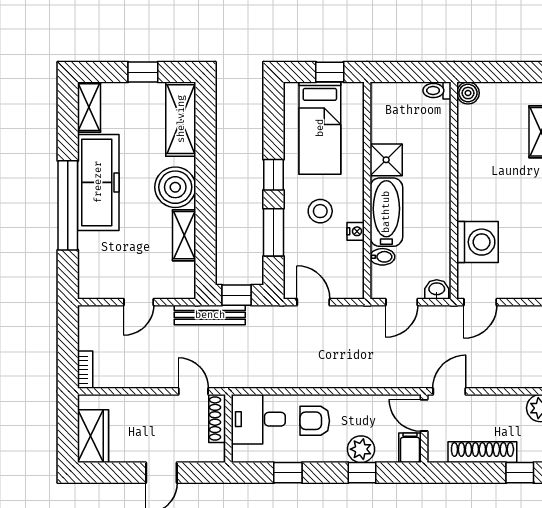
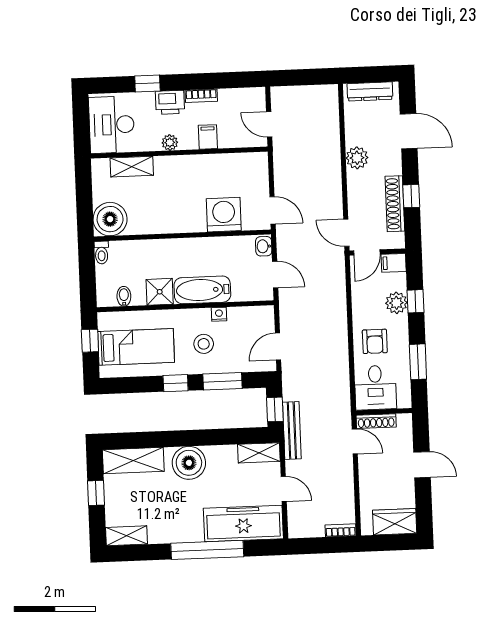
boiler: (468, 93) -> (110, 219), width x1.86, depth x1.86
freezer: (98, 182) -> (243, 523), moved
shelving: (184, 235) -> (259, 453), moved
bidet: (382, 257) -> (124, 296), moved
door: (193, 391) -> (355, 441), swing flipped
window: (288, 473) -> (418, 362), width x1.50
window: (520, 473) -> (411, 196), moved

